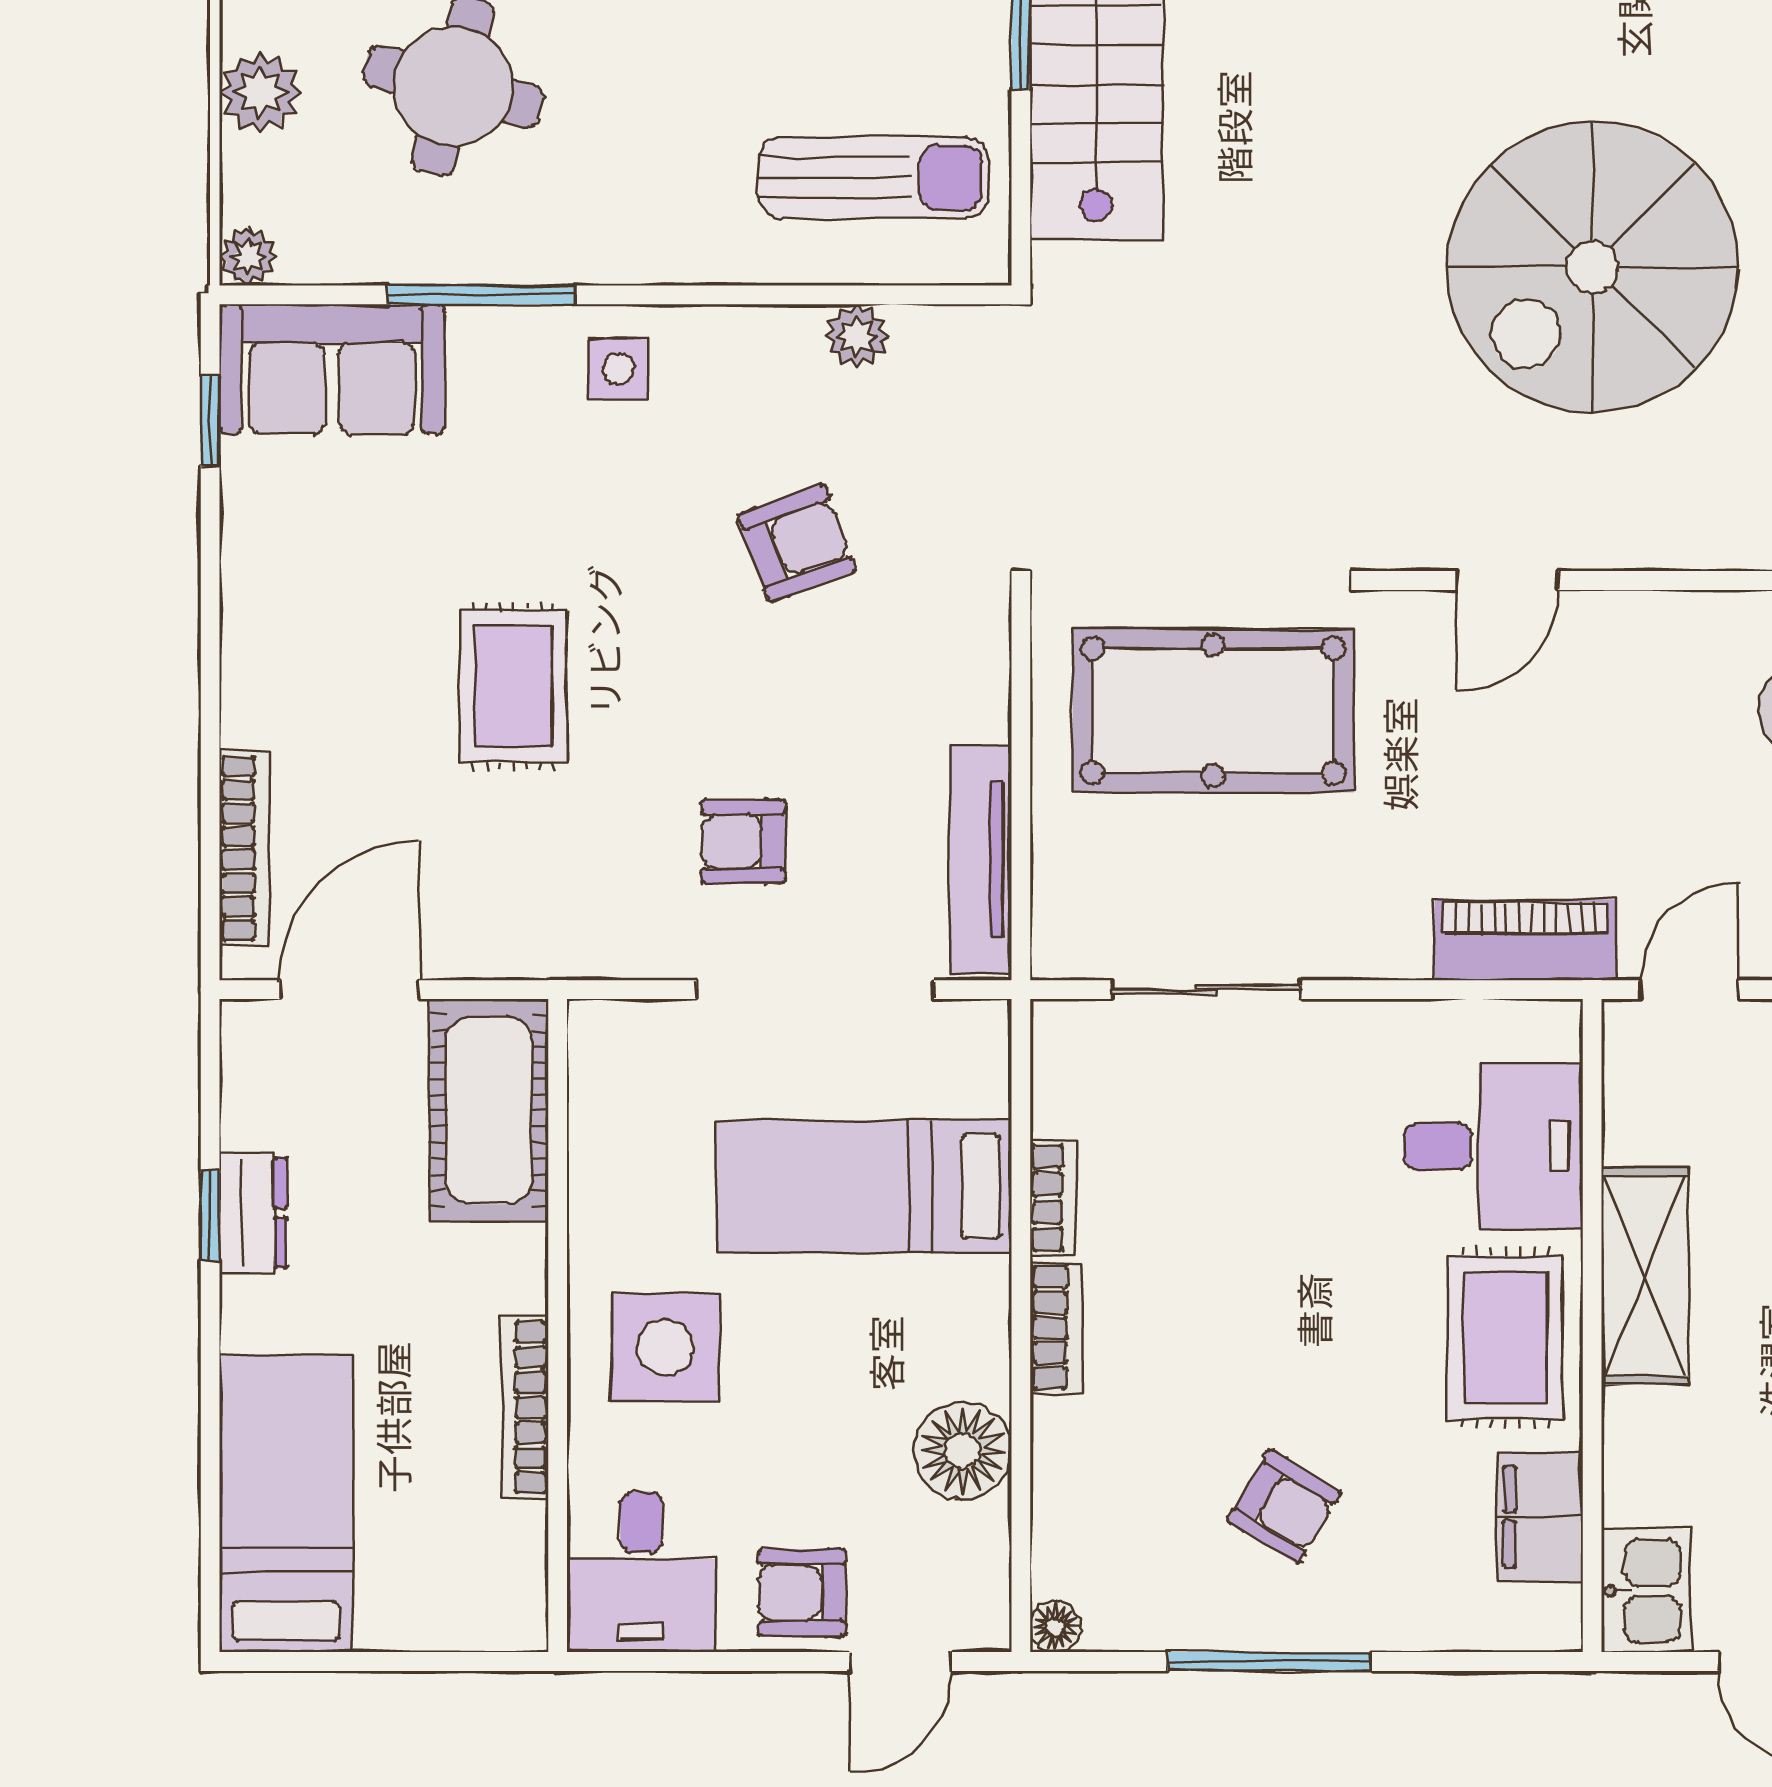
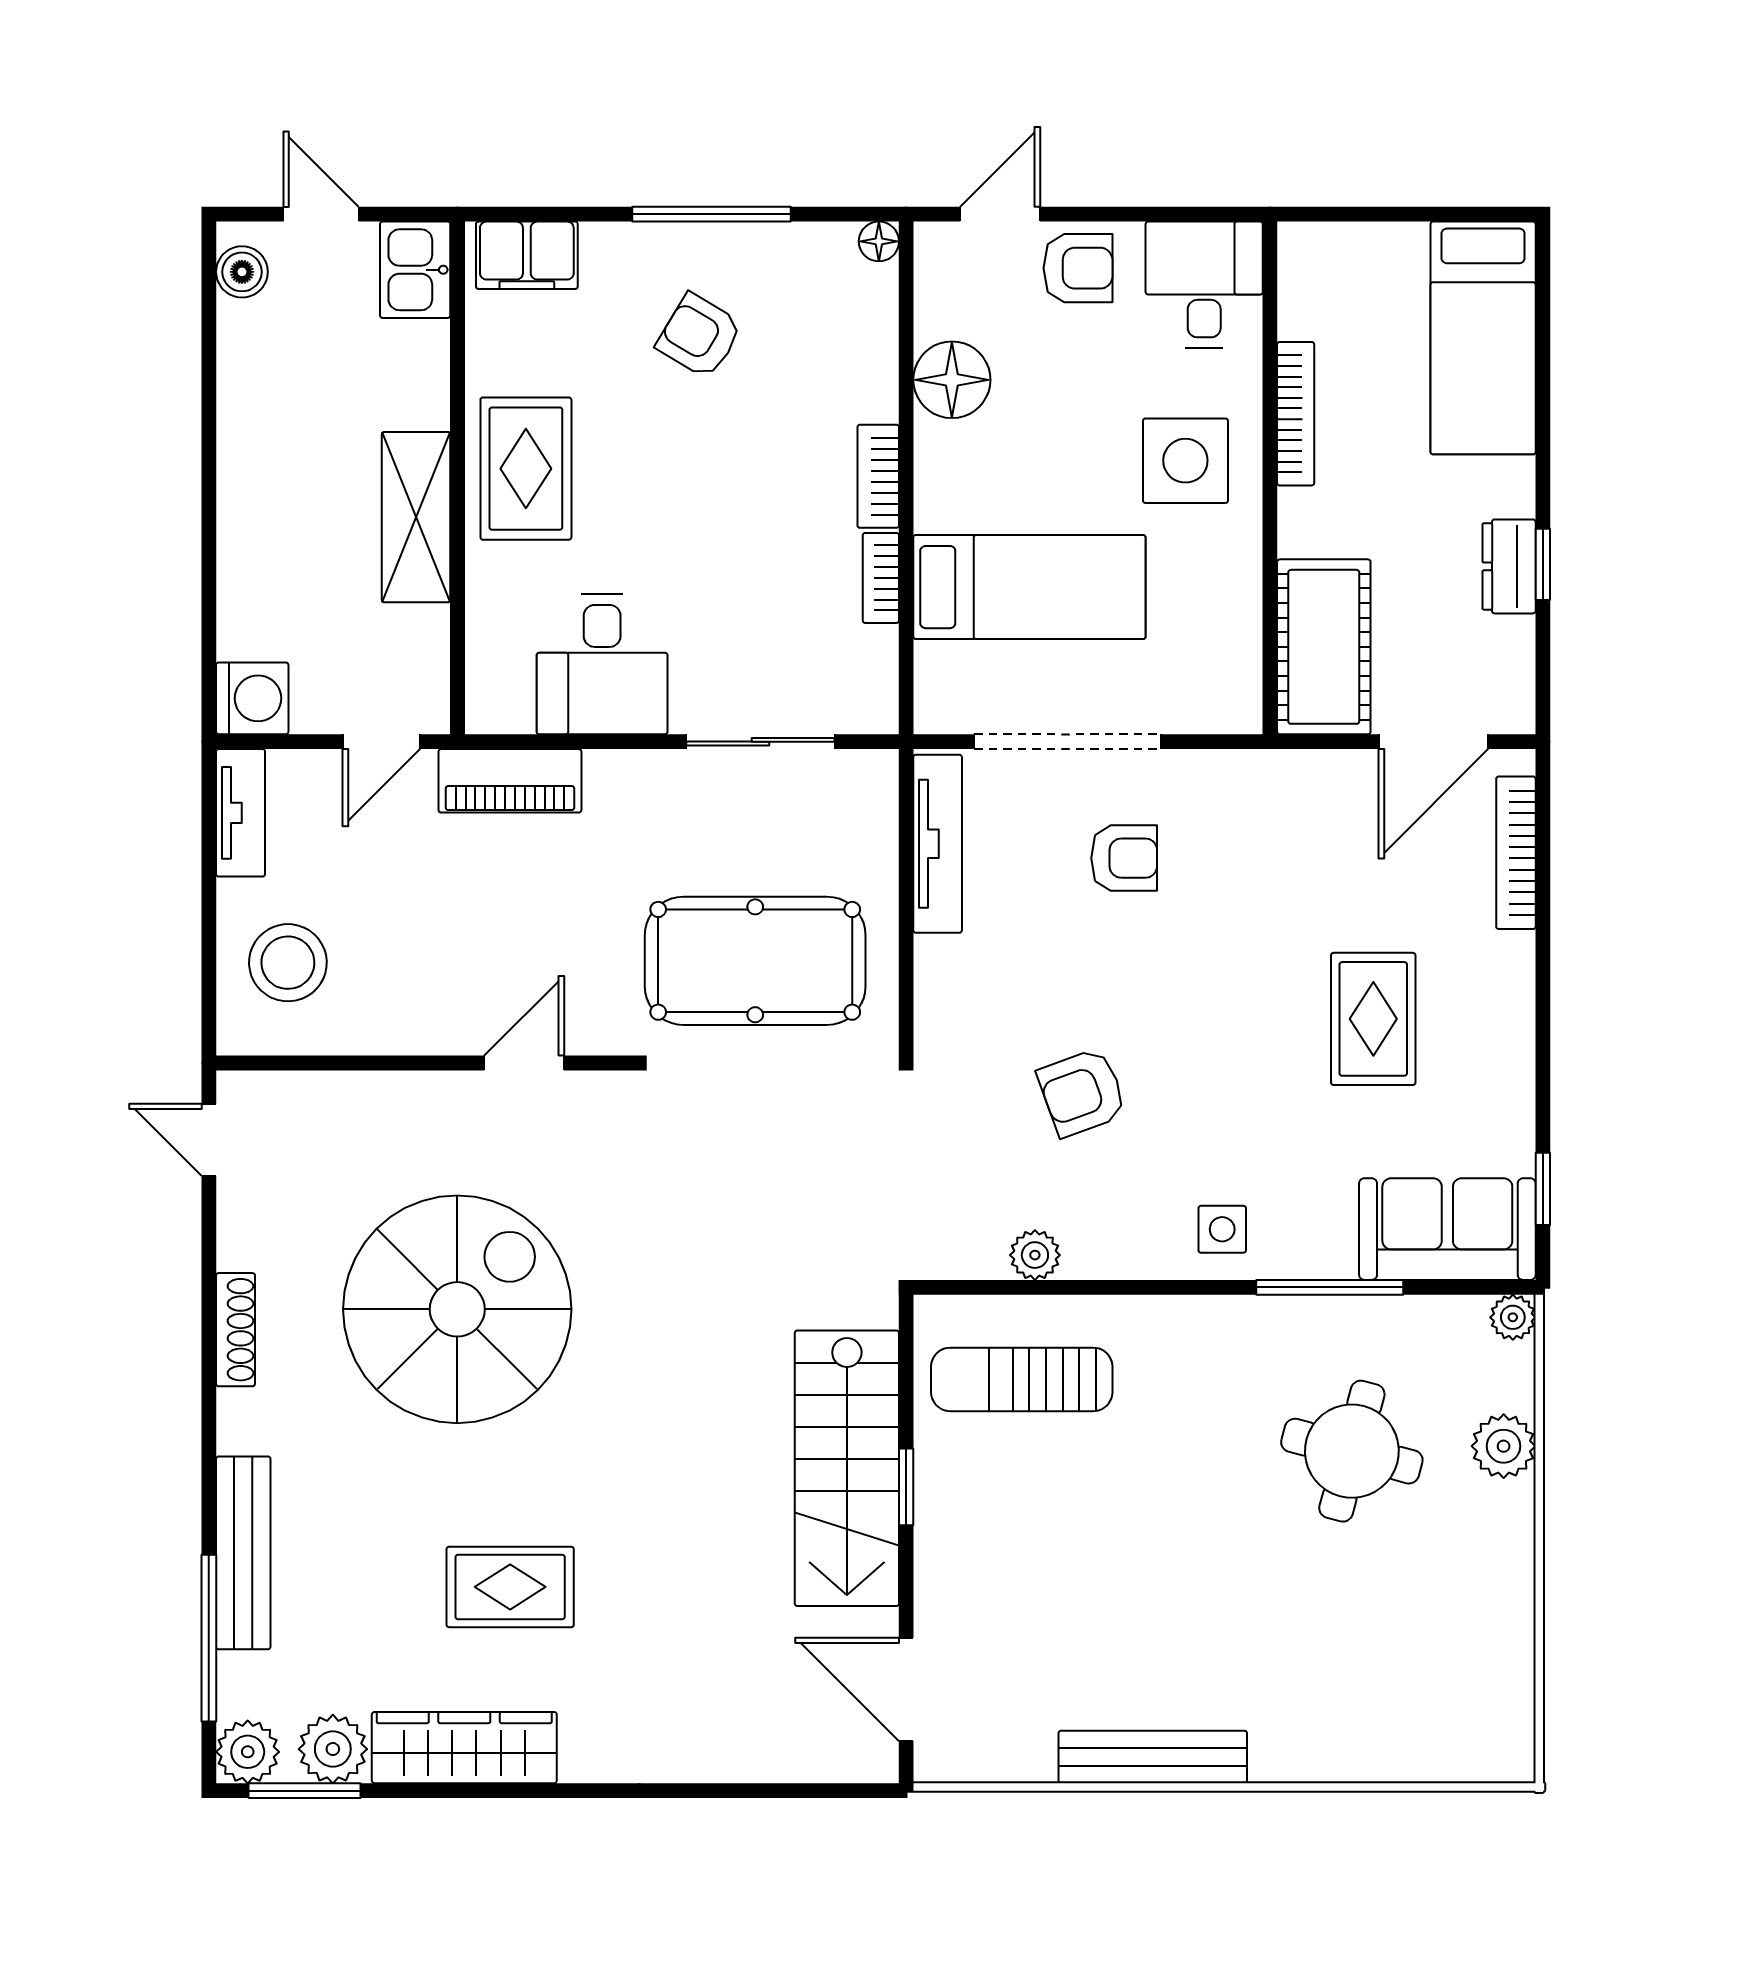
rug: (513, 686) -> (1373, 1019), moved
desk: (1493, 1146) -> (602, 664), moved, turned -90
filing cabinet: (1540, 1517) -> (527, 255), moved, turned 90

